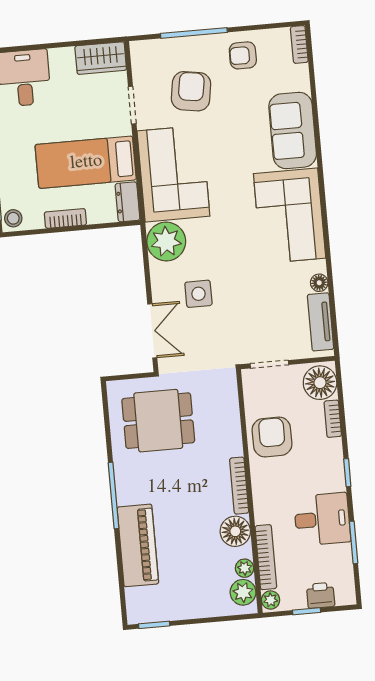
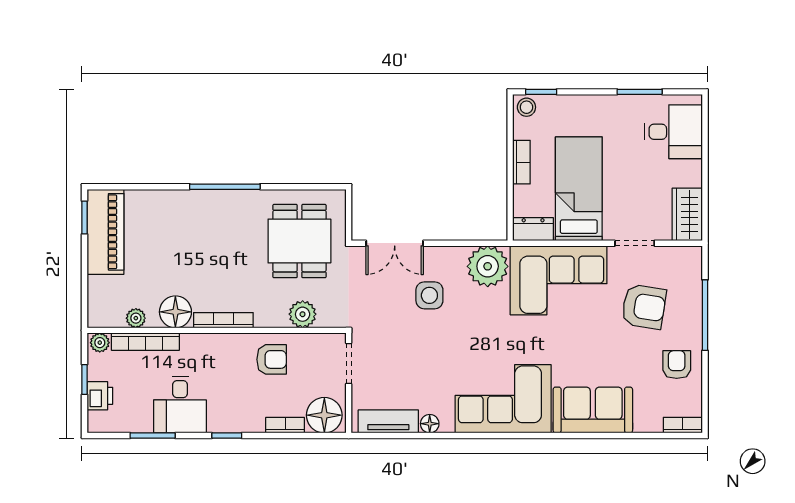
armchair: (272, 437) -> (272, 359), width x0.72, depth x0.72
piano: (138, 545) -> (105, 232), moved, turned -90
plant: (243, 592) -> (303, 314), moved

